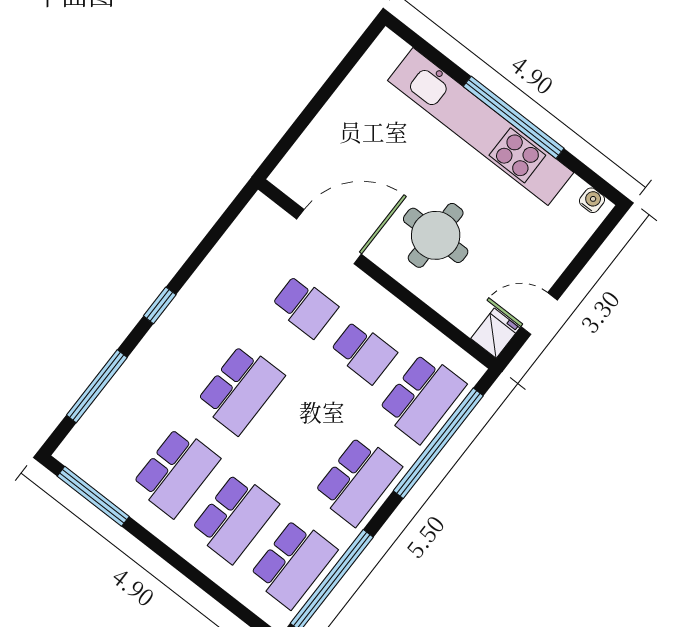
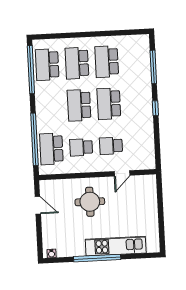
kitchen unit: (481, 127) -> (116, 246), width x0.73
door: (329, 237) -> (122, 173), width x0.53
door: (539, 314) -> (38, 205), hinge flipped
fridge: (495, 333) -> (46, 188), removed
school desk: (358, 481) -> (79, 105), moved
window: (93, 496) -> (125, 33), removed

